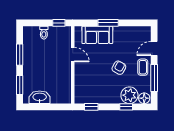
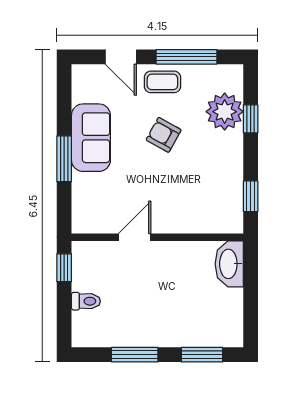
sofa: (97, 35) -> (91, 138), moved
washbasin: (40, 97) -> (229, 264), moved
floor lamp: (144, 98) -> (231, 79), removed

